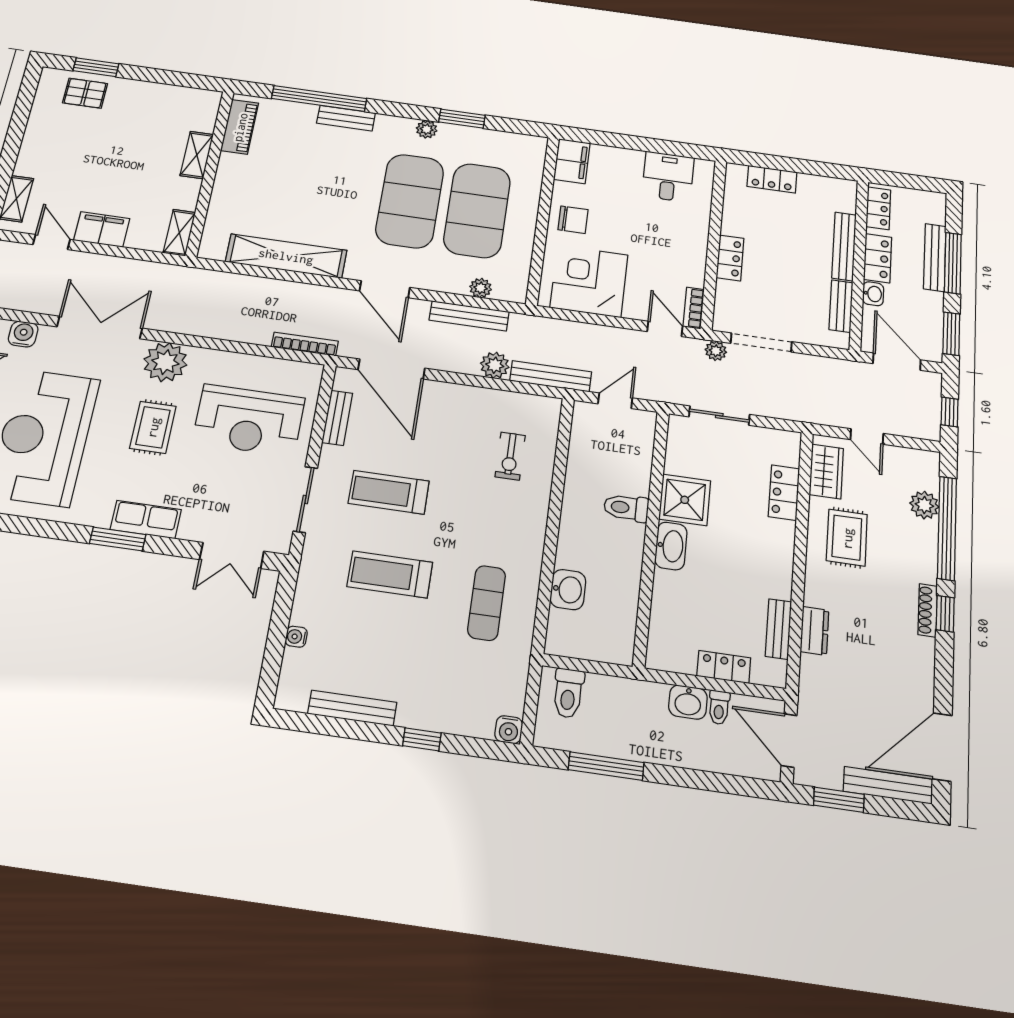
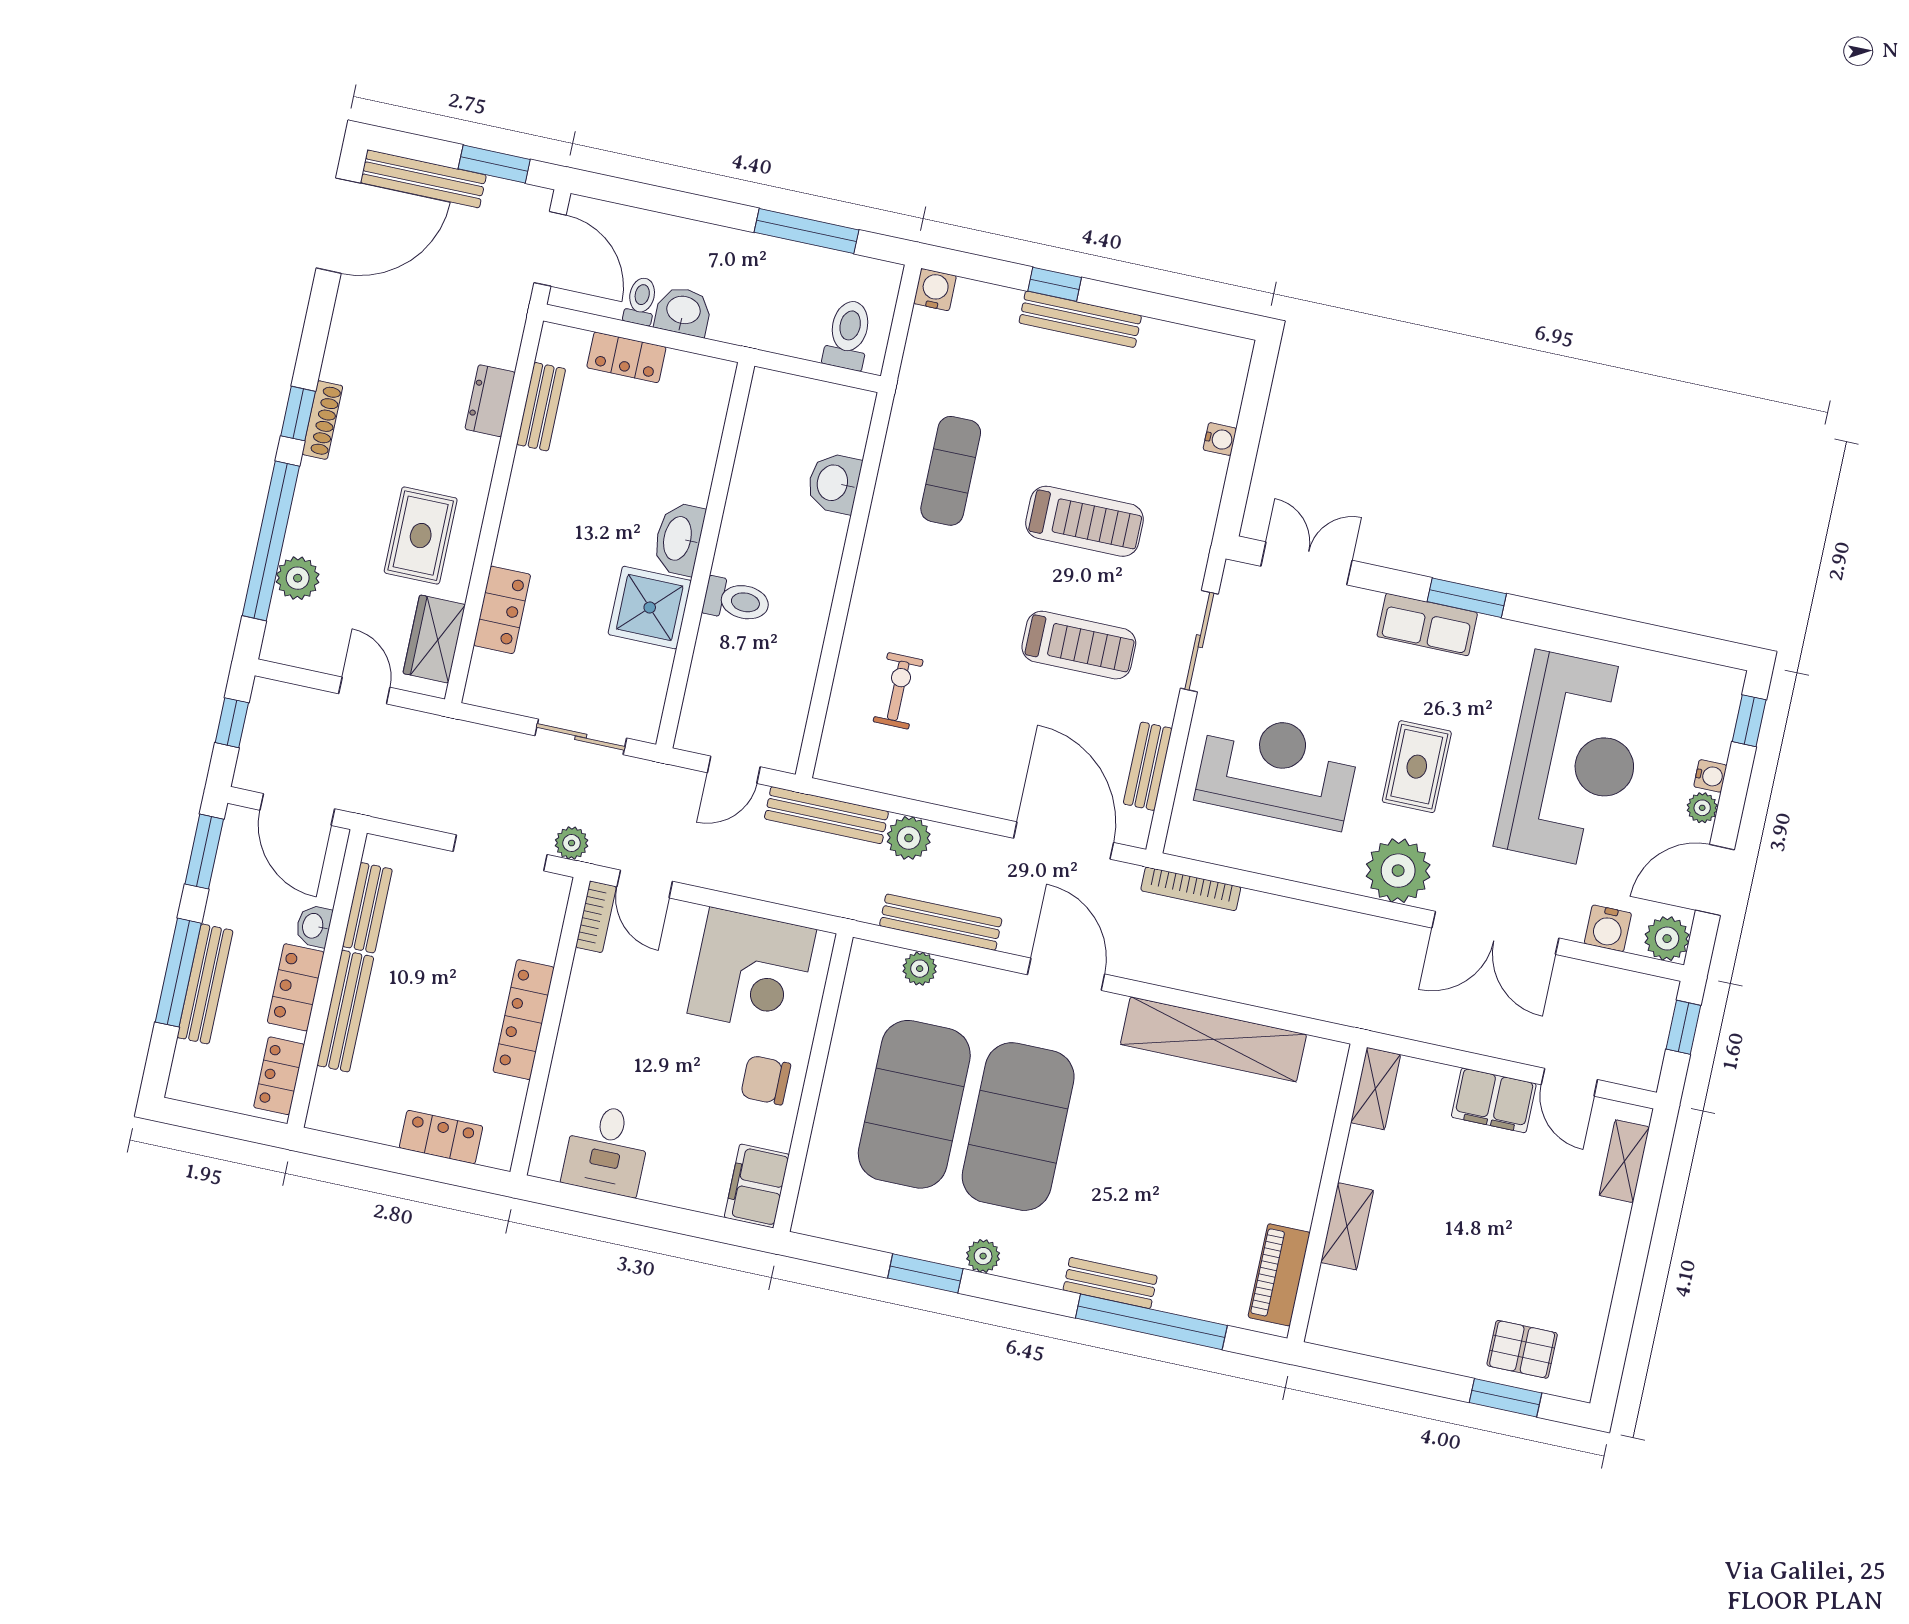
locker: (730, 258) -> (524, 1020), width x1.53
bench: (352, 708) -> (1080, 319), moved

